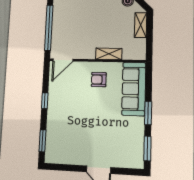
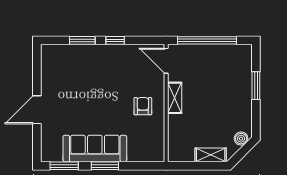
shelving: (109, 54) -> (175, 98), moved
sofa: (134, 89) -> (95, 149), moved
window: (43, 141) -> (82, 40), moved

